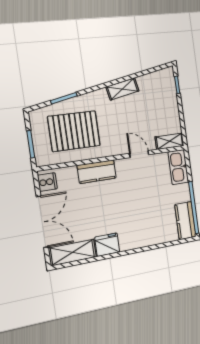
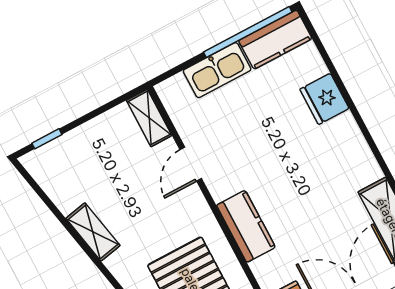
kitchen sink: (178, 167) -> (217, 70), moved
fridge: (107, 245) -> (324, 99), moved

